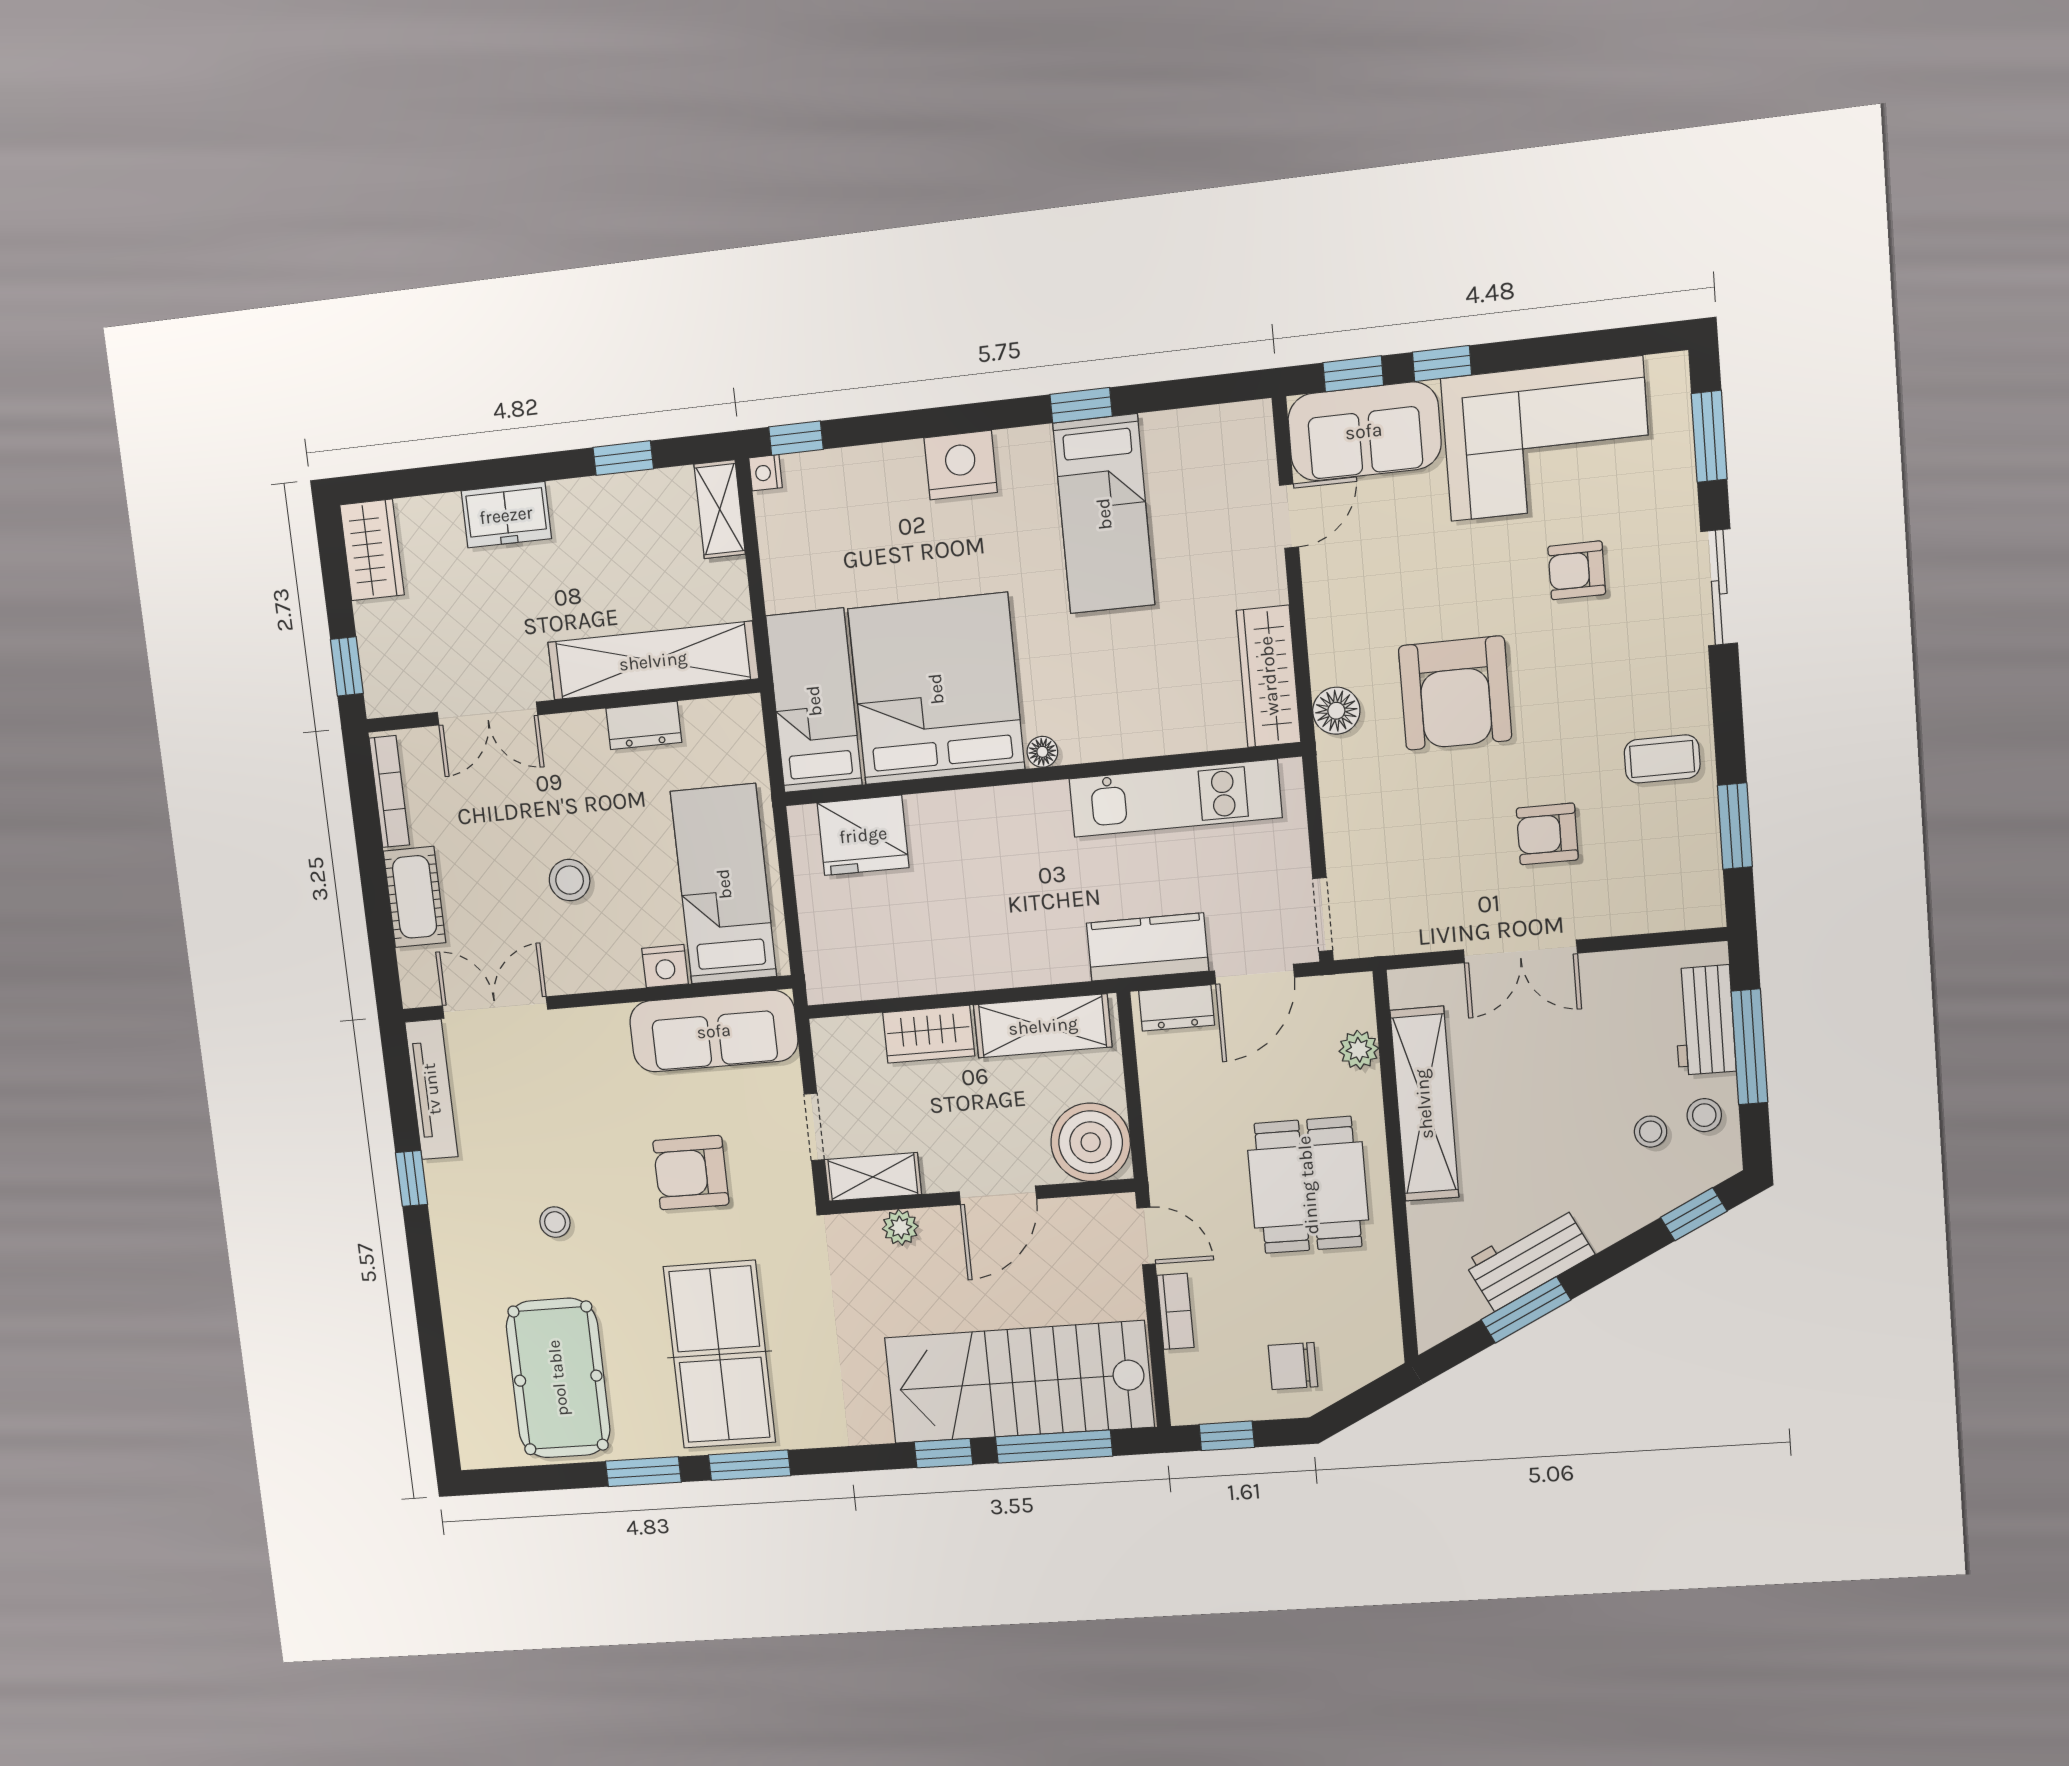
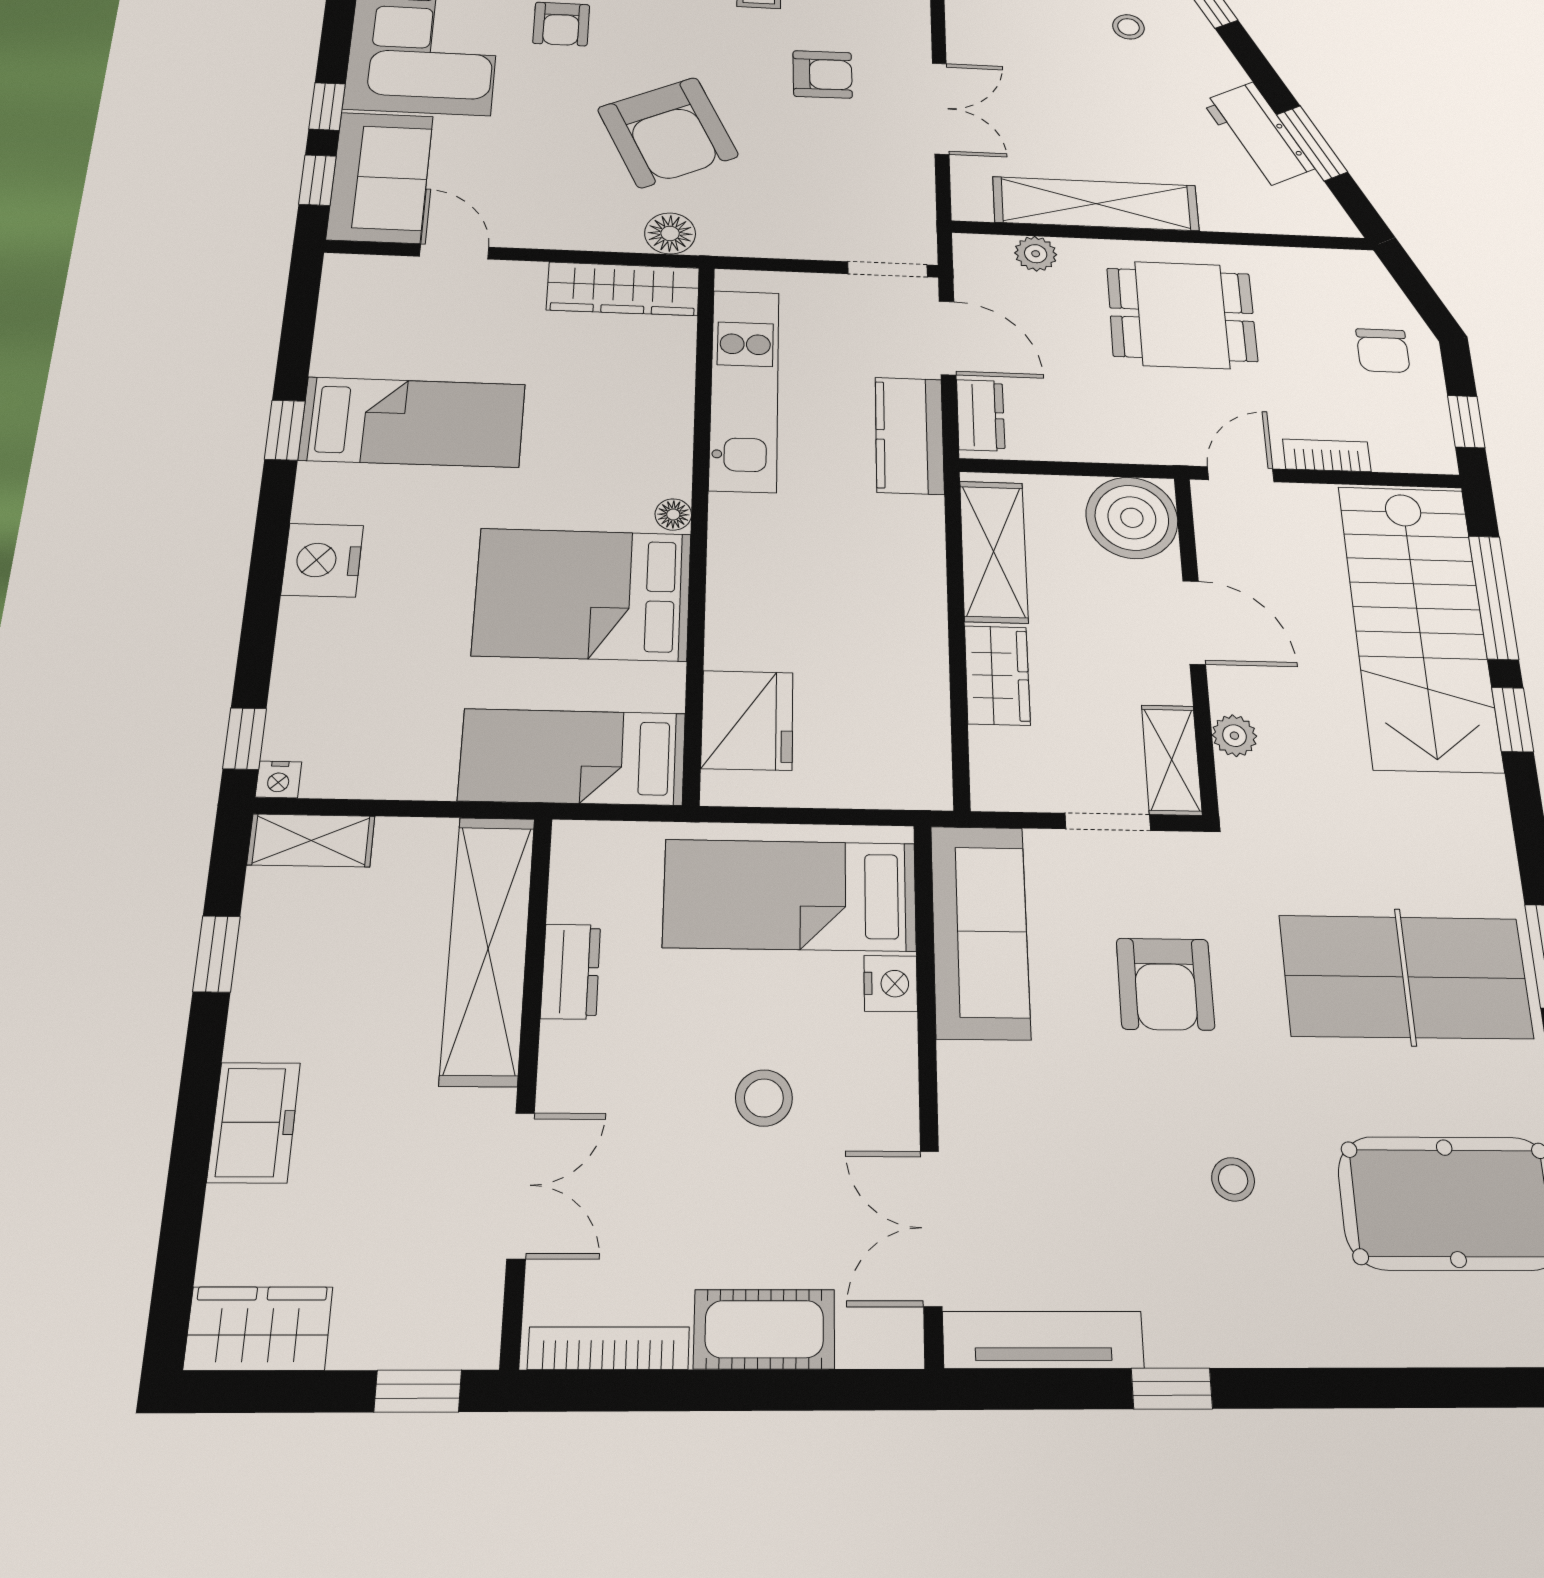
bed: (936, 689) -> (583, 594), width x0.73
armchair: (1455, 693) -> (668, 132), turned 65
armchair: (1547, 834) -> (823, 74), turned -91

